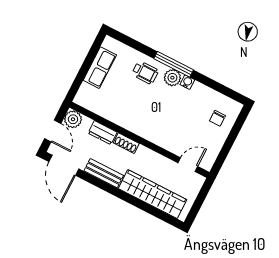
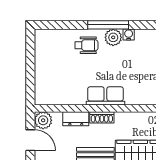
row of seats: (100, 68) -> (105, 96), moved, turned -90

